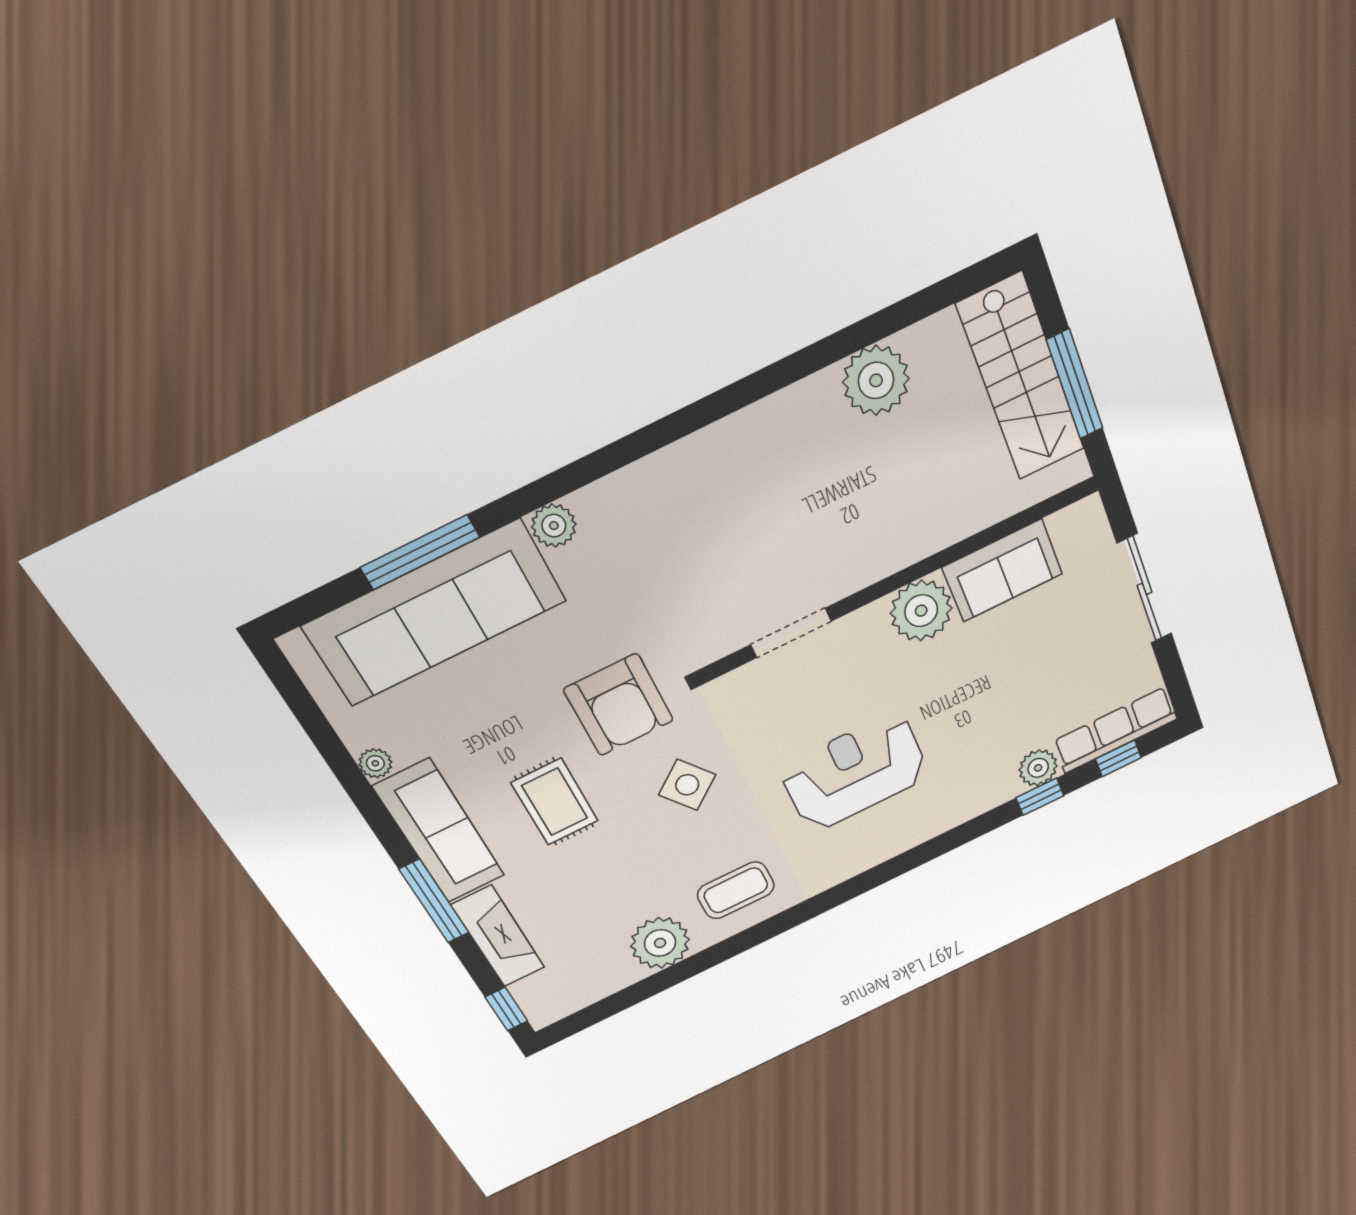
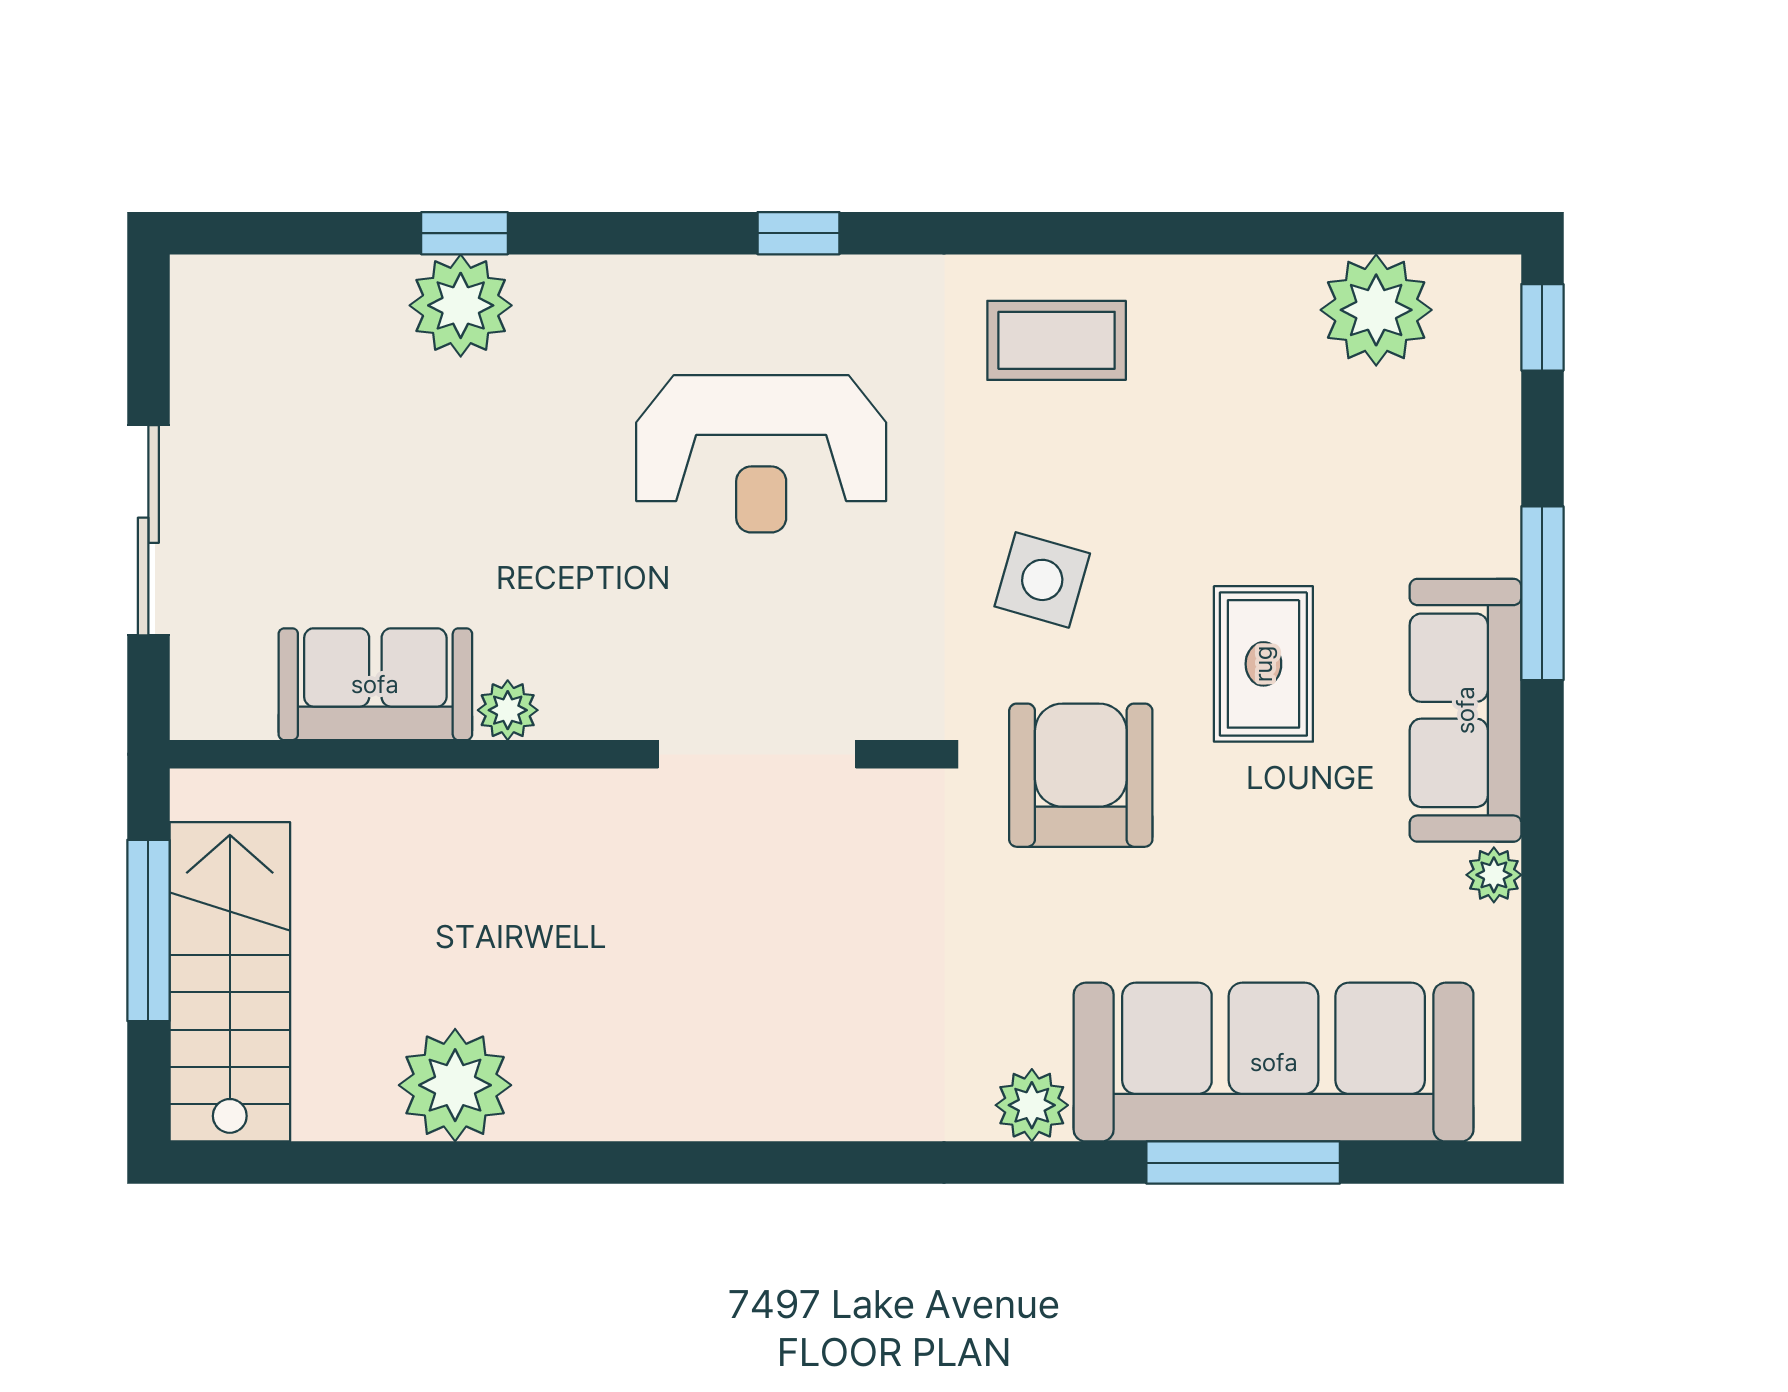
plant: (921, 611) -> (508, 710), width x0.53, depth x0.53
doorway: (791, 633) -> (757, 754), width x1.36
row of seats: (1115, 730) -> (287, 292), removed
window: (1118, 758) -> (799, 233), moved
plant: (1038, 768) -> (461, 305), width x1.36, depth x1.36
side table: (687, 785) -> (1042, 580), turned -36
fireplace: (498, 936) -> (1480, 473), removed
plant: (660, 943) -> (1376, 310), moved

